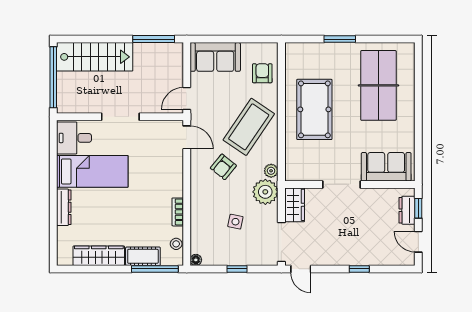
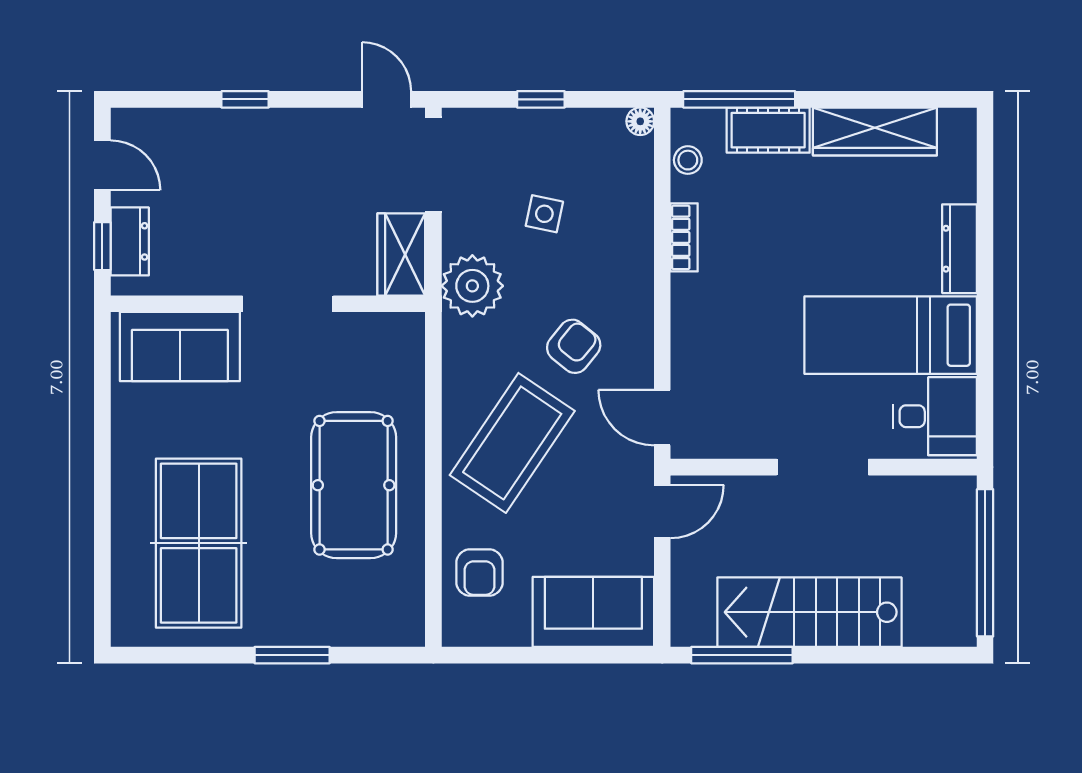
stairs: (95, 57) -> (809, 612), moved
plant: (271, 171) -> (458, 337), removed

